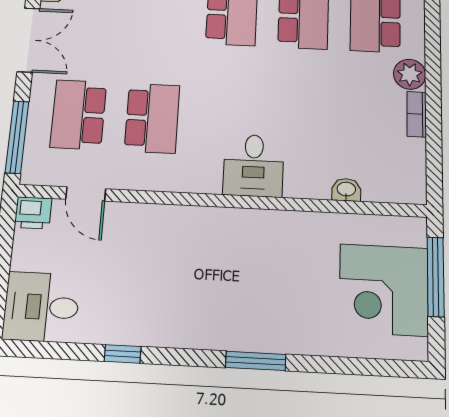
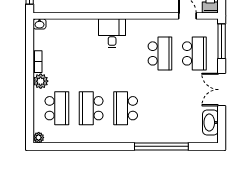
school desk: (152, 118) -> (160, 53), turned 180
washbasin: (346, 190) -> (40, 24), moved

